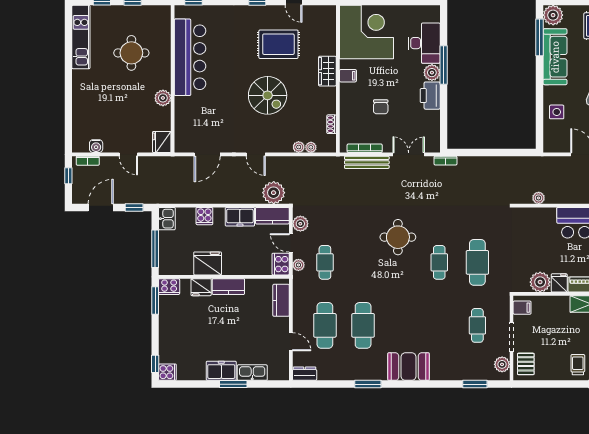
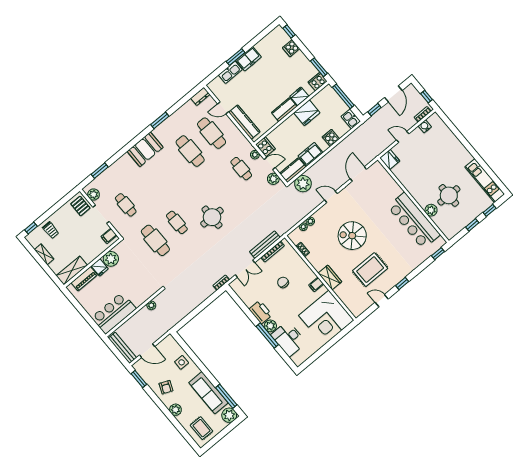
plant: (163, 98) -> (431, 210), moved
kitchen counter: (281, 300) -> (244, 122), width x1.50
cooker: (167, 372) -> (291, 48), moved

